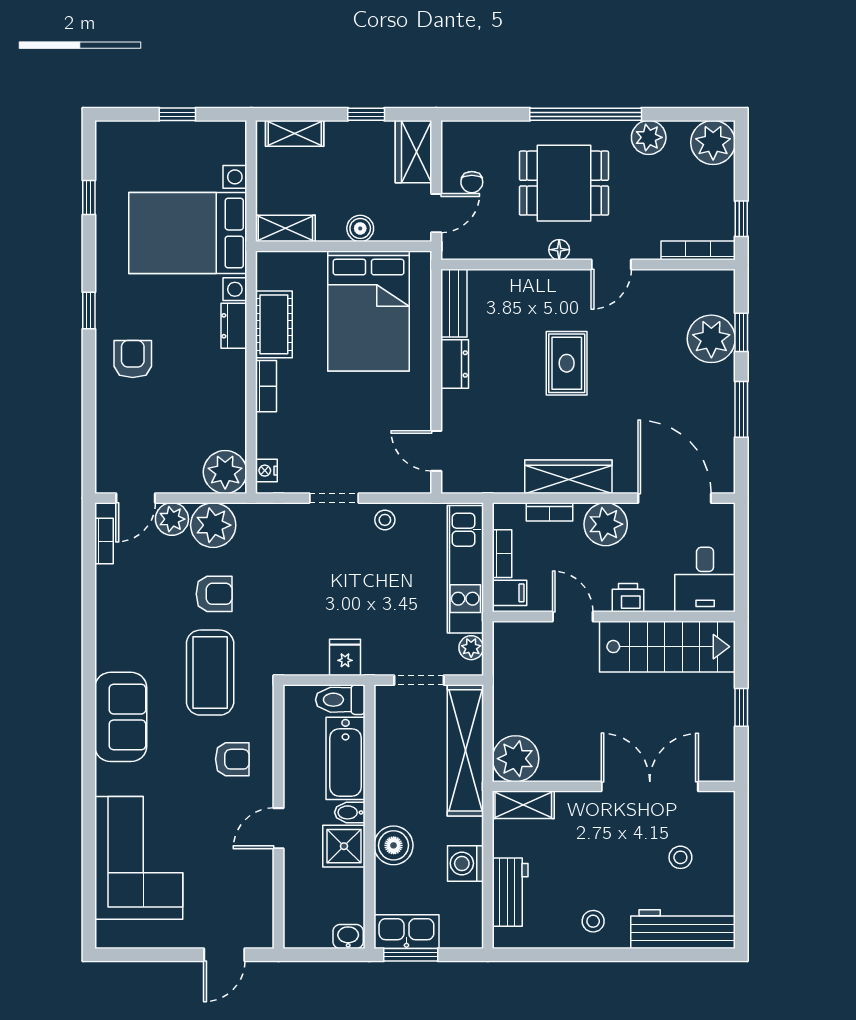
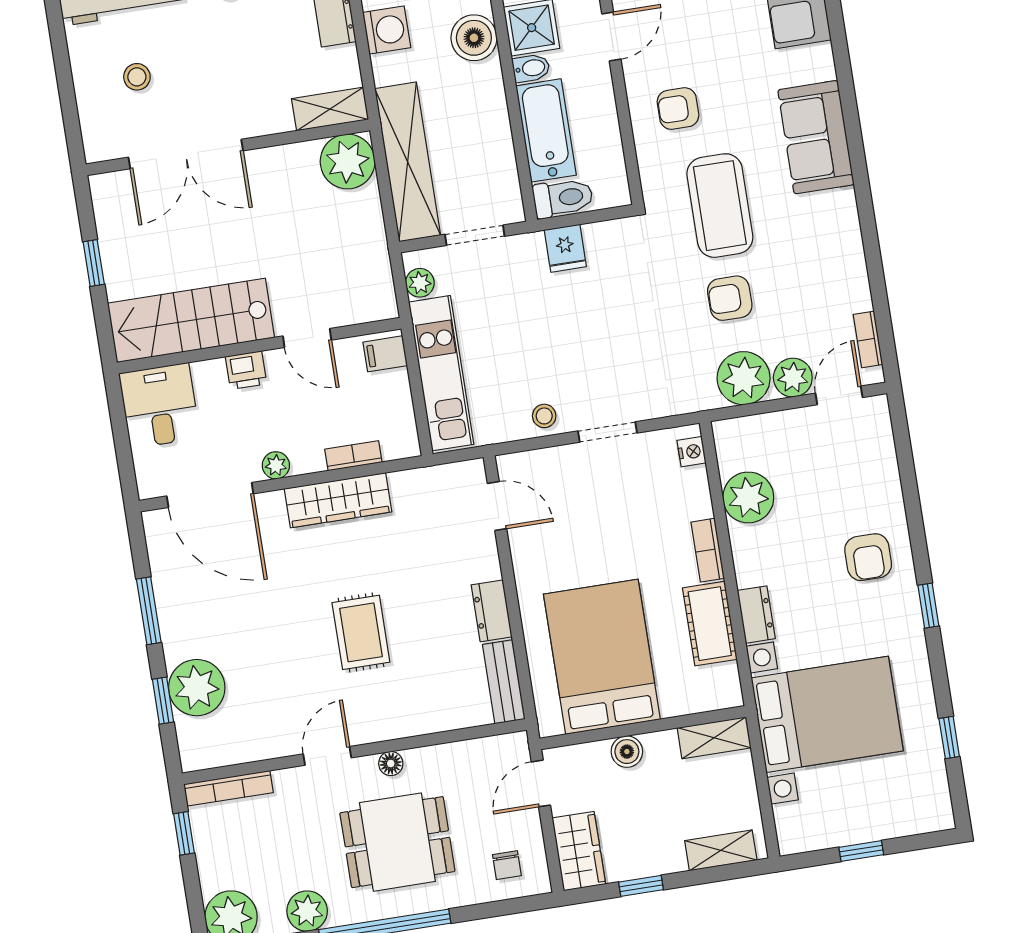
chair: (472, 182) -> (507, 865), moved, turned 180
plant: (225, 472) -> (748, 497), moved
plant: (606, 524) -> (276, 465), width x0.53, depth x0.53
bookcase: (502, 554) -> (401, 398), removed

